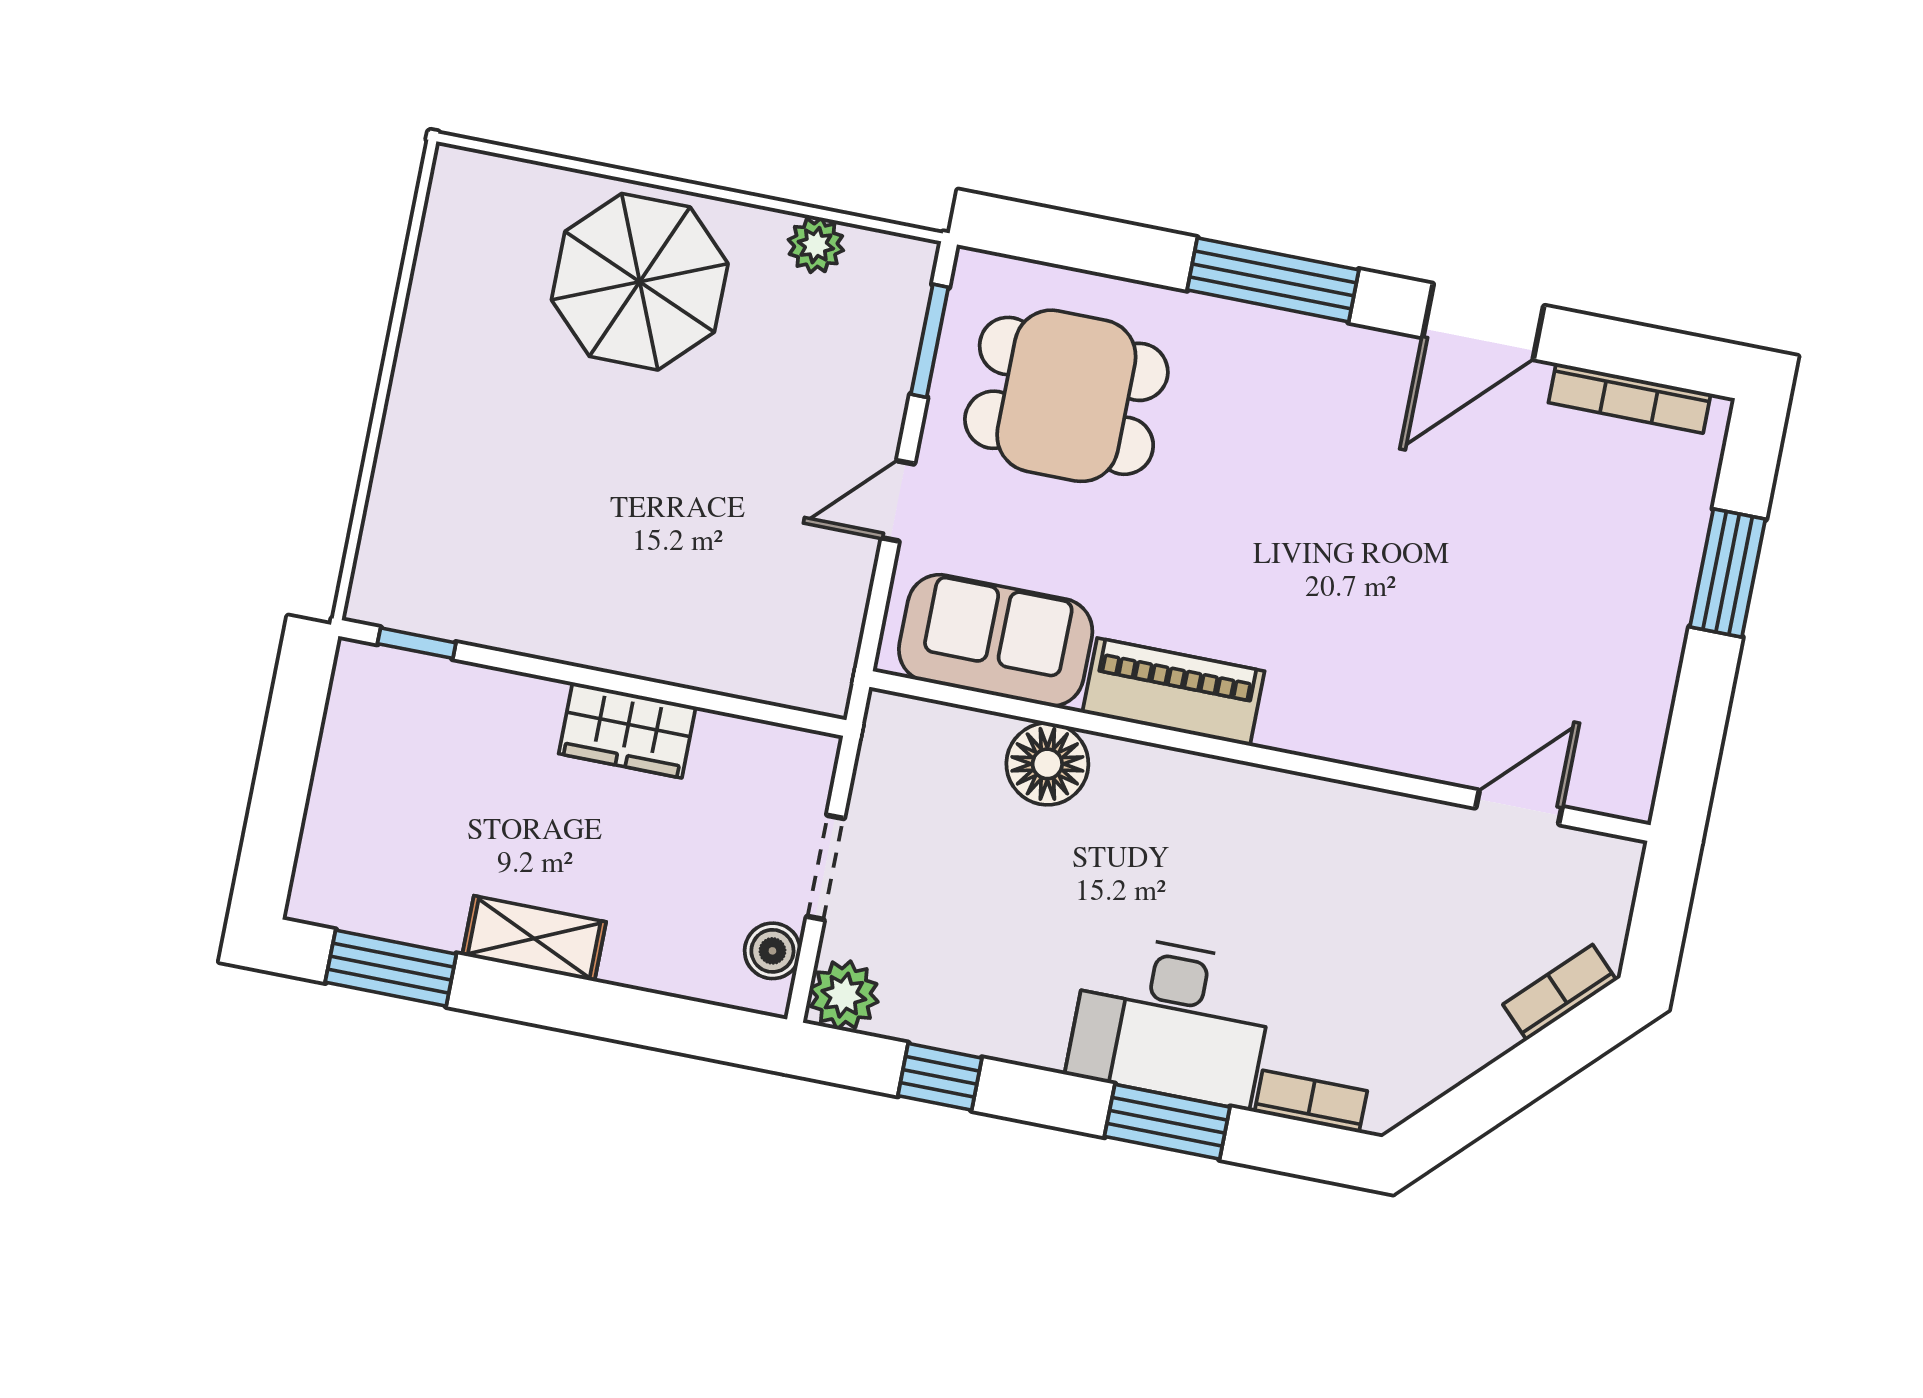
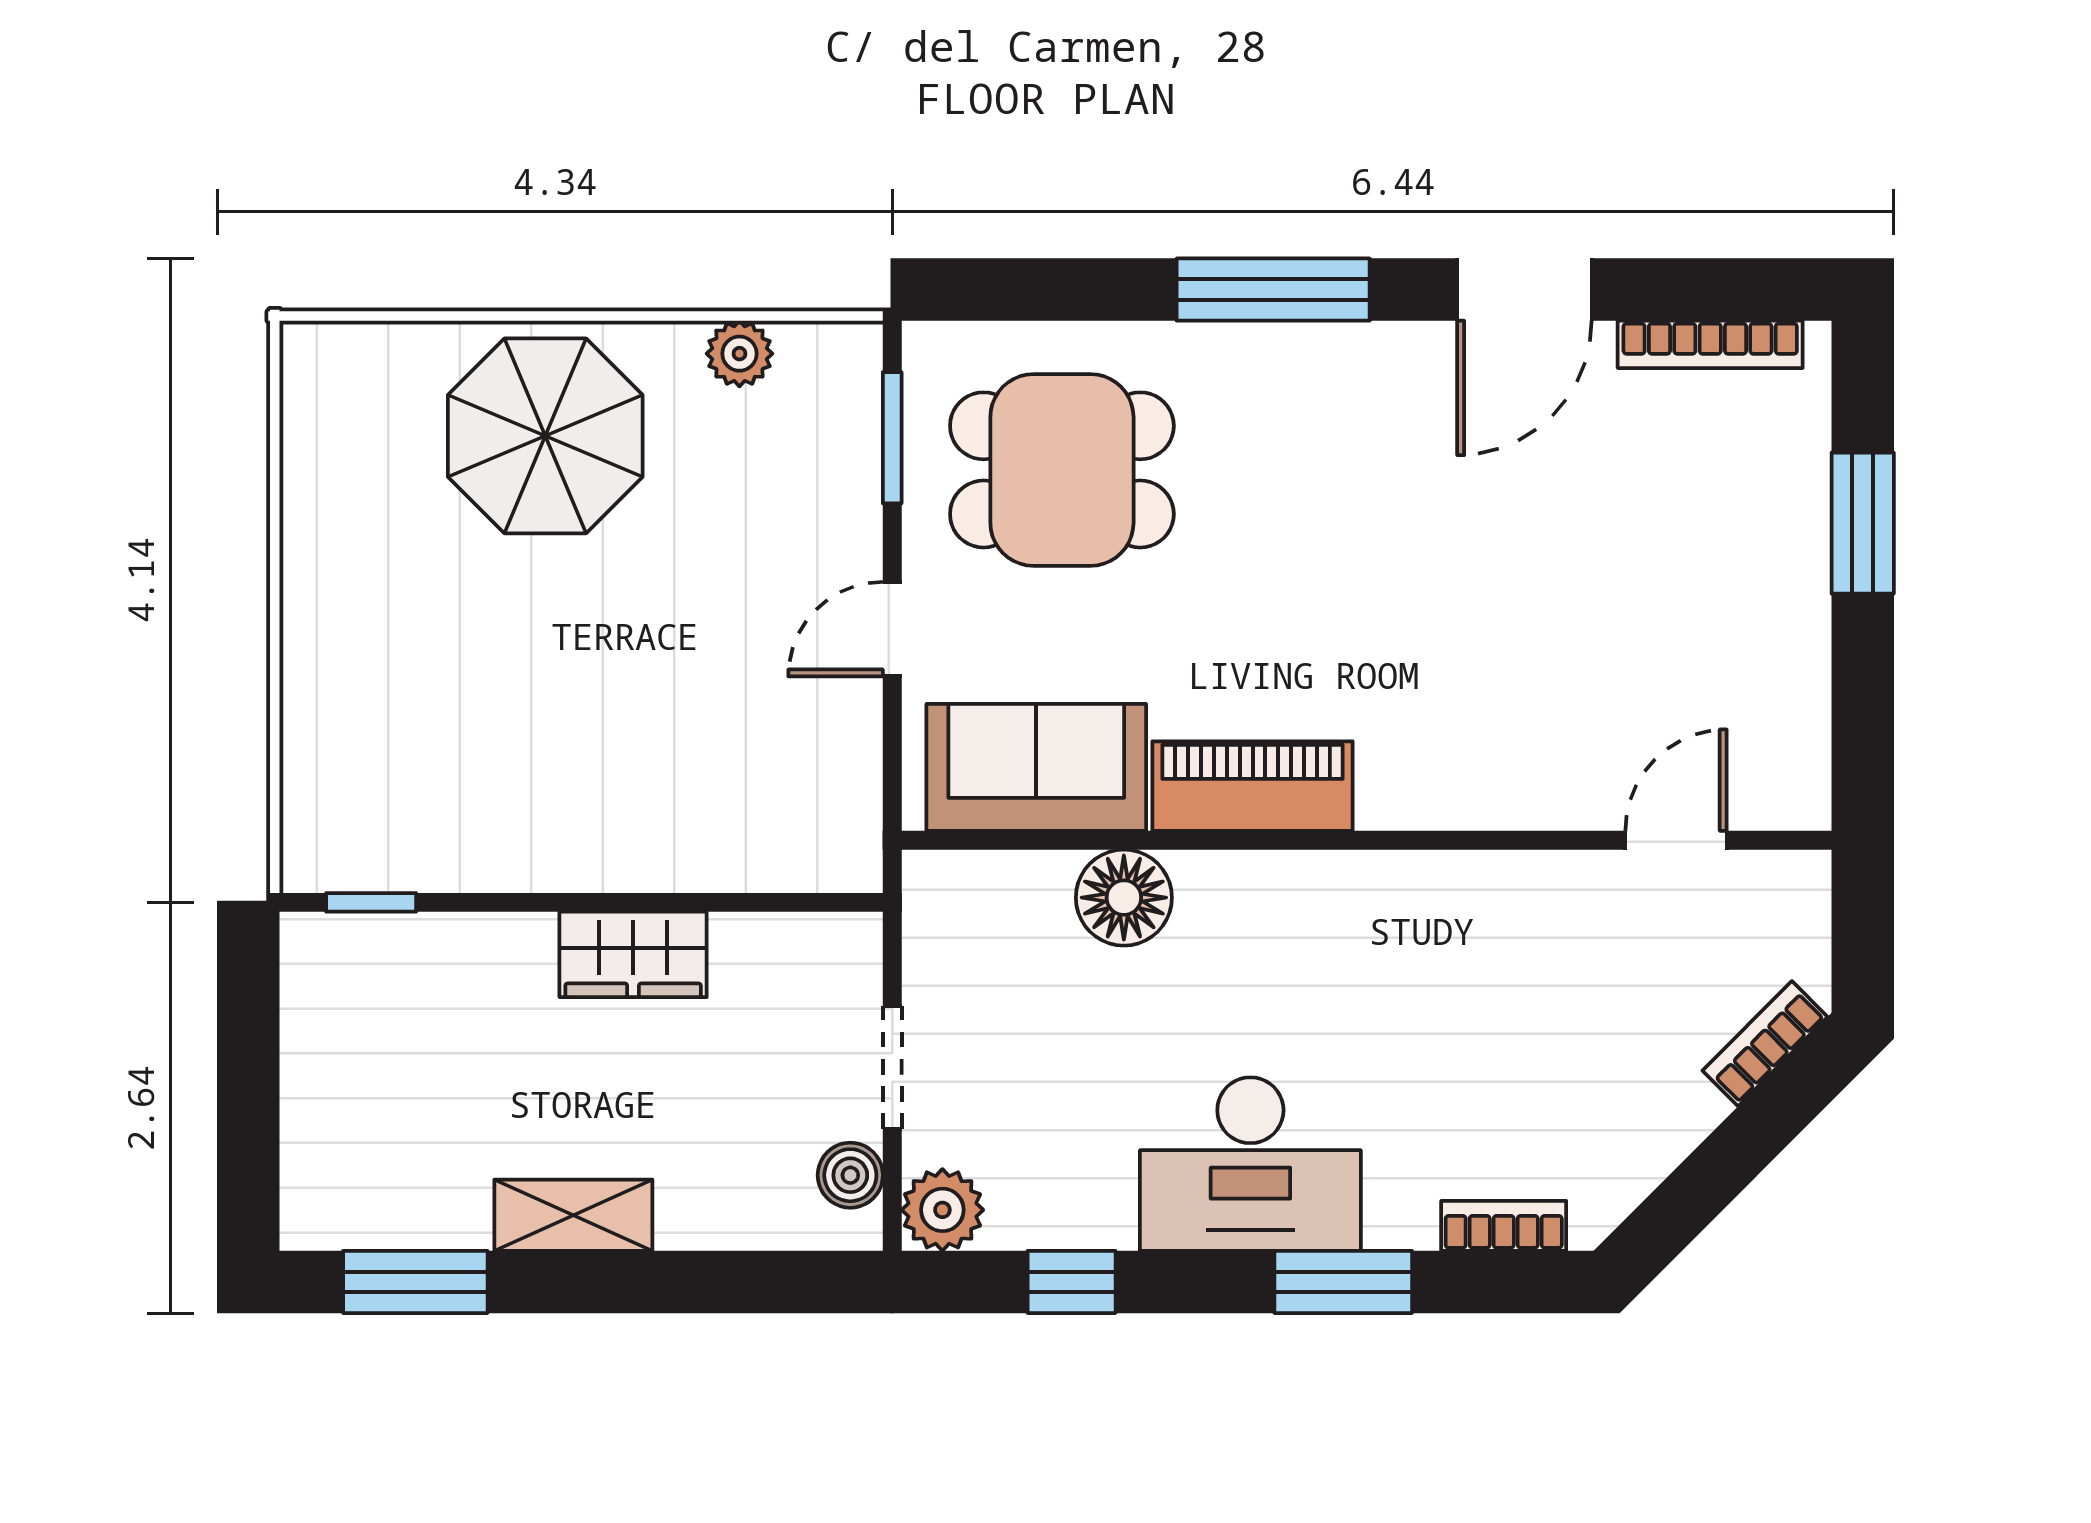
desk: (1171, 1020) -> (1250, 1164), moved

